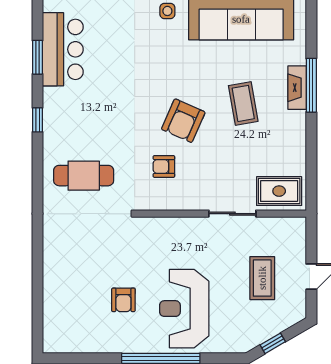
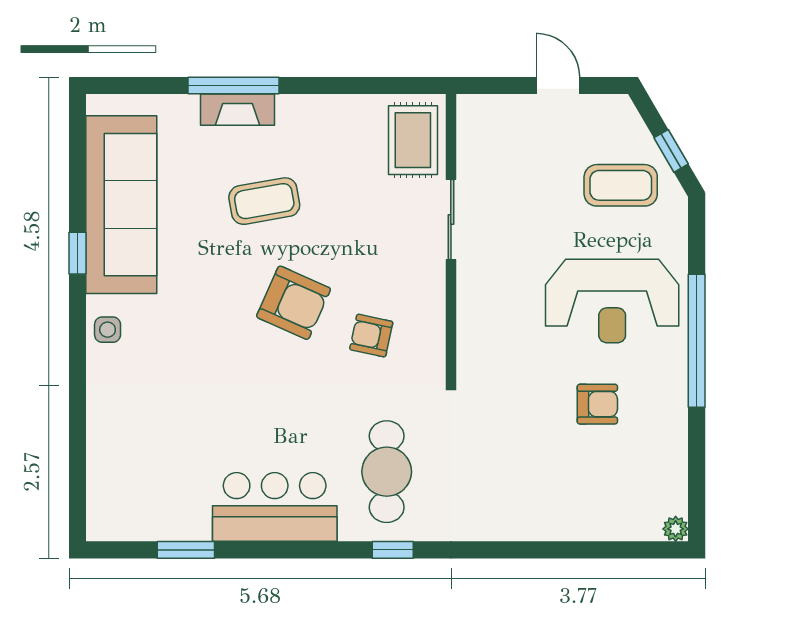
bar counter: (63, 49) -> (275, 507), moved
window: (37, 120) -> (393, 550), moved
armchair: (164, 166) -> (371, 336), turned 102
coffee table: (262, 278) -> (621, 185), moved
plant: (50, 346) -> (676, 529), added

